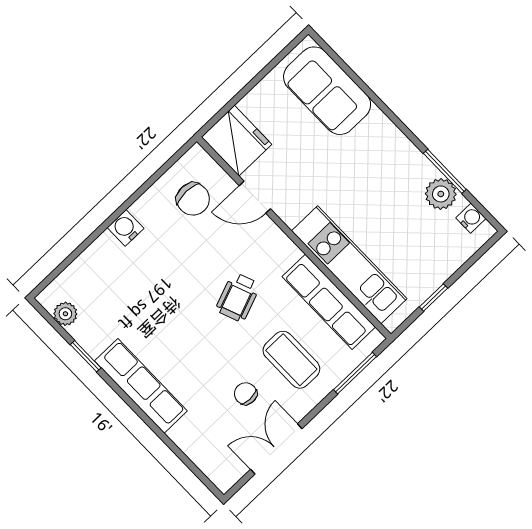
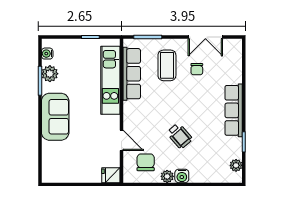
sofa: (327, 91) -> (55, 117), moved
fridge: (237, 141) -> (111, 175), width x0.53, depth x0.75
plant: (145, 208) -> (167, 176), added
wheelchair: (238, 297) -> (180, 136), moved, turned 70

